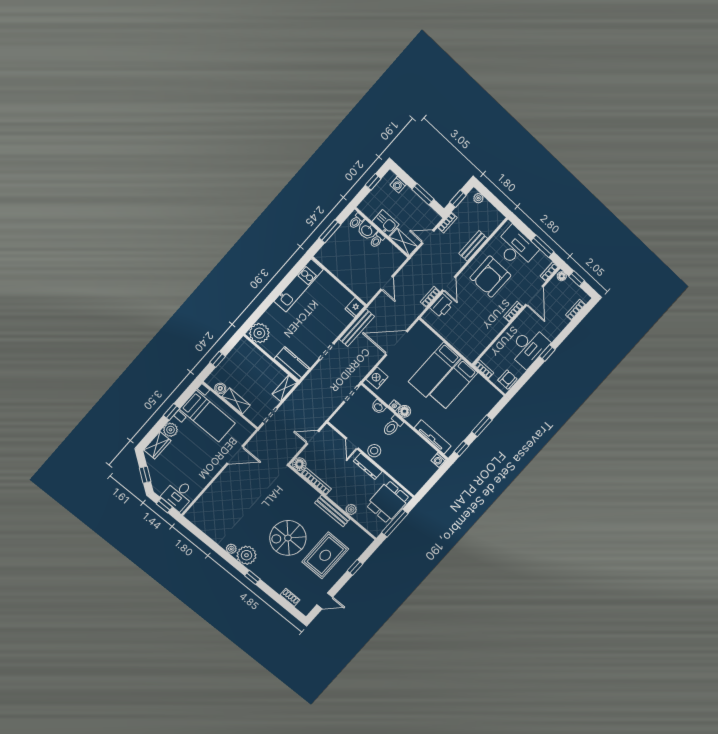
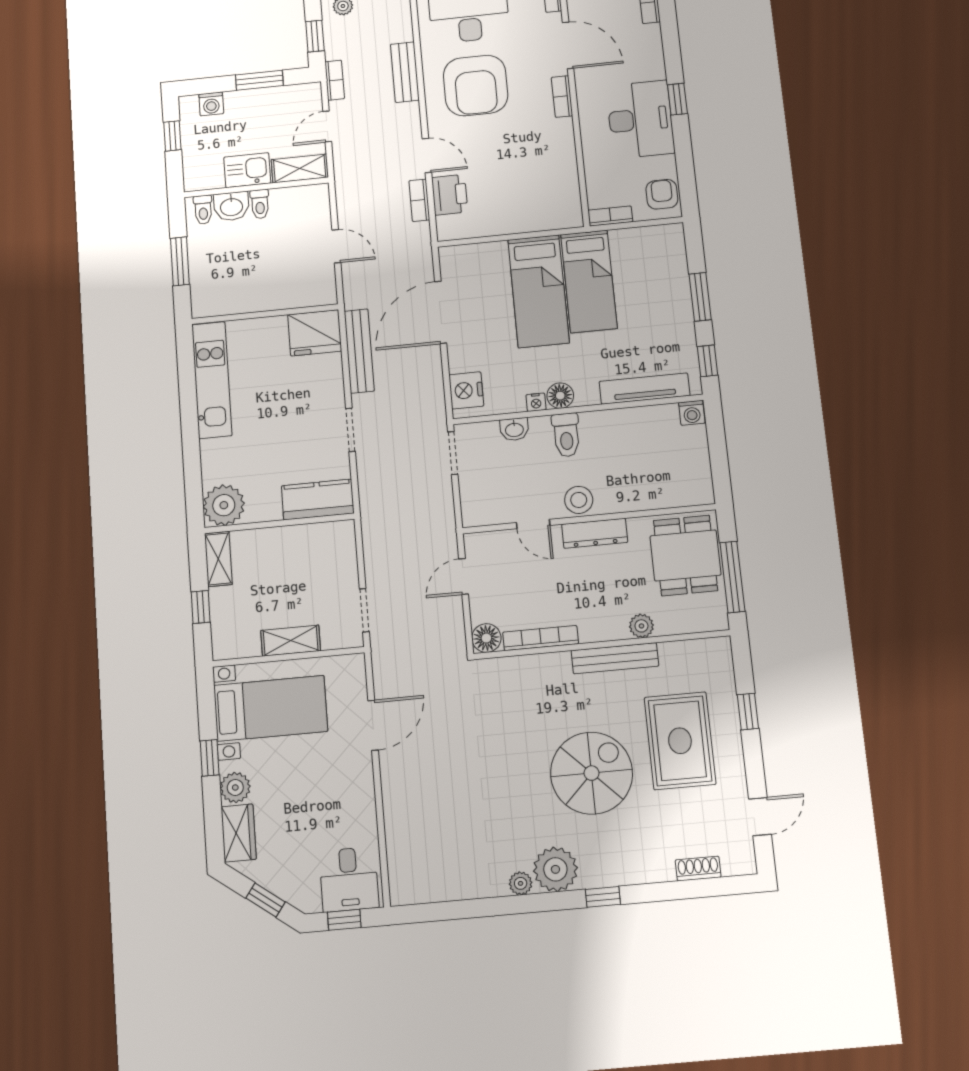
fridge: (355, 308) -> (315, 333), width x1.88, depth x1.34
boiler: (220, 388) -> (248, 646), removed
shelving: (285, 388) -> (218, 559), moved
spiral stairs: (288, 538) -> (592, 773), turned 180

